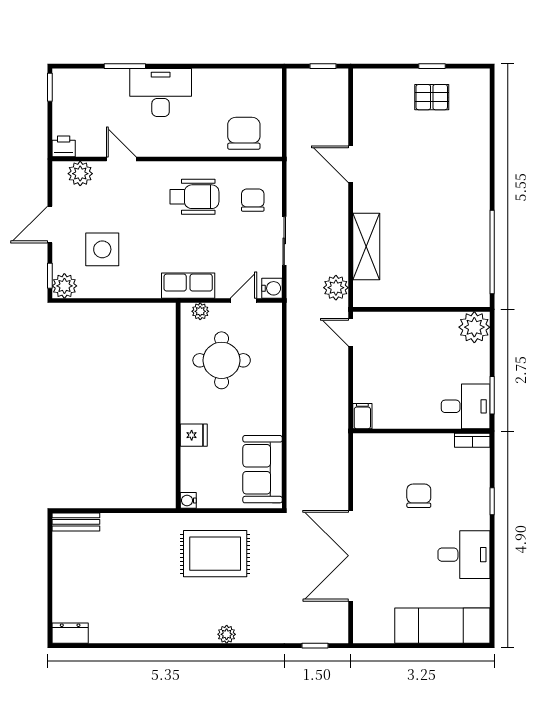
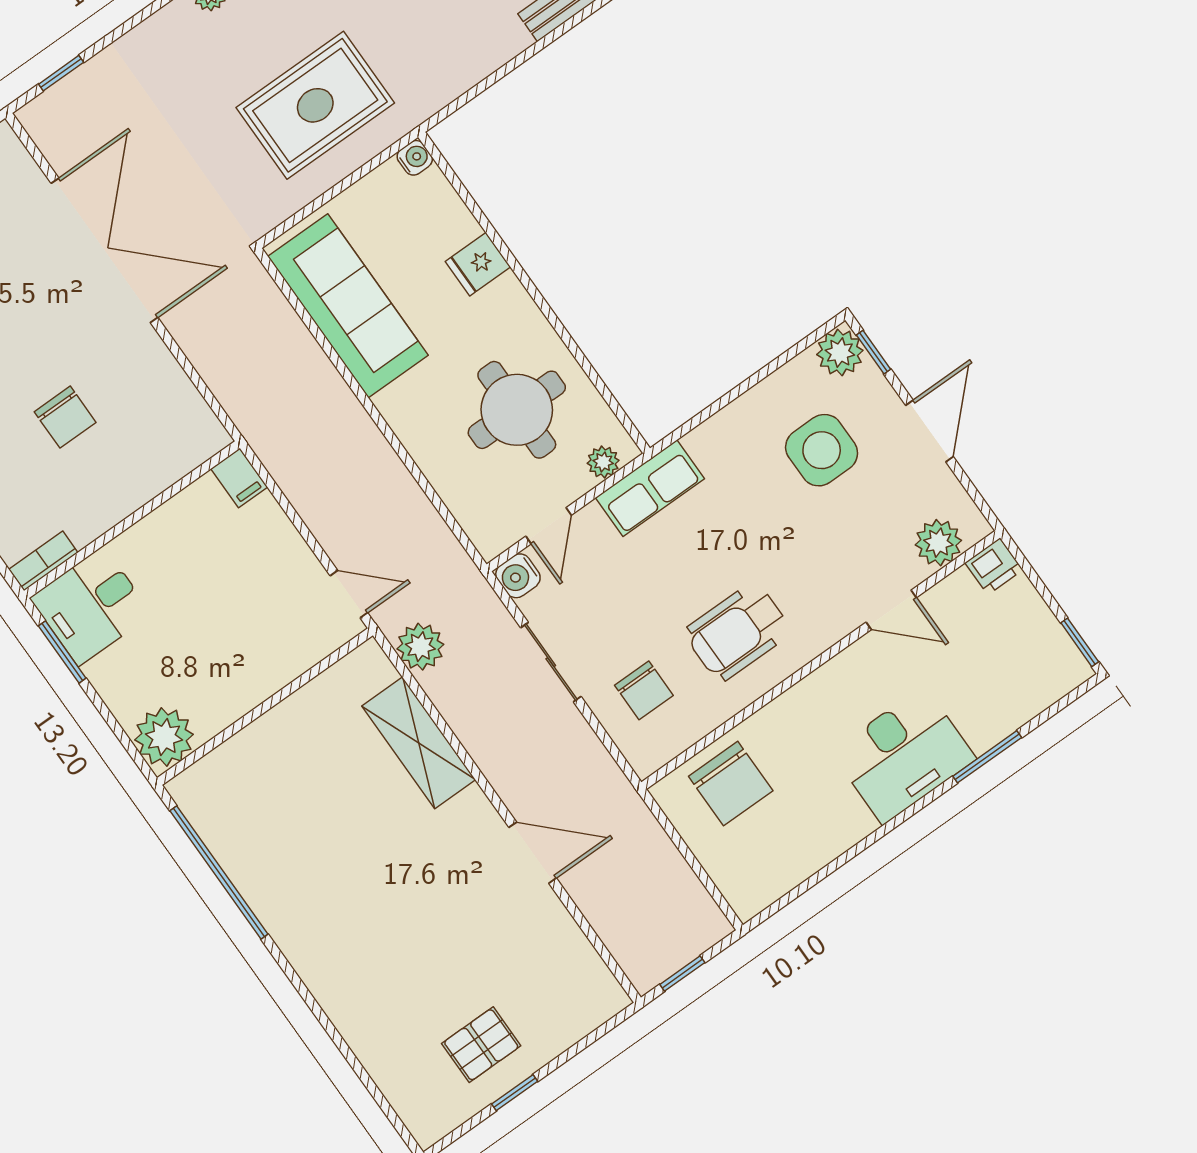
sofa: (263, 469) -> (348, 306), width x1.36

